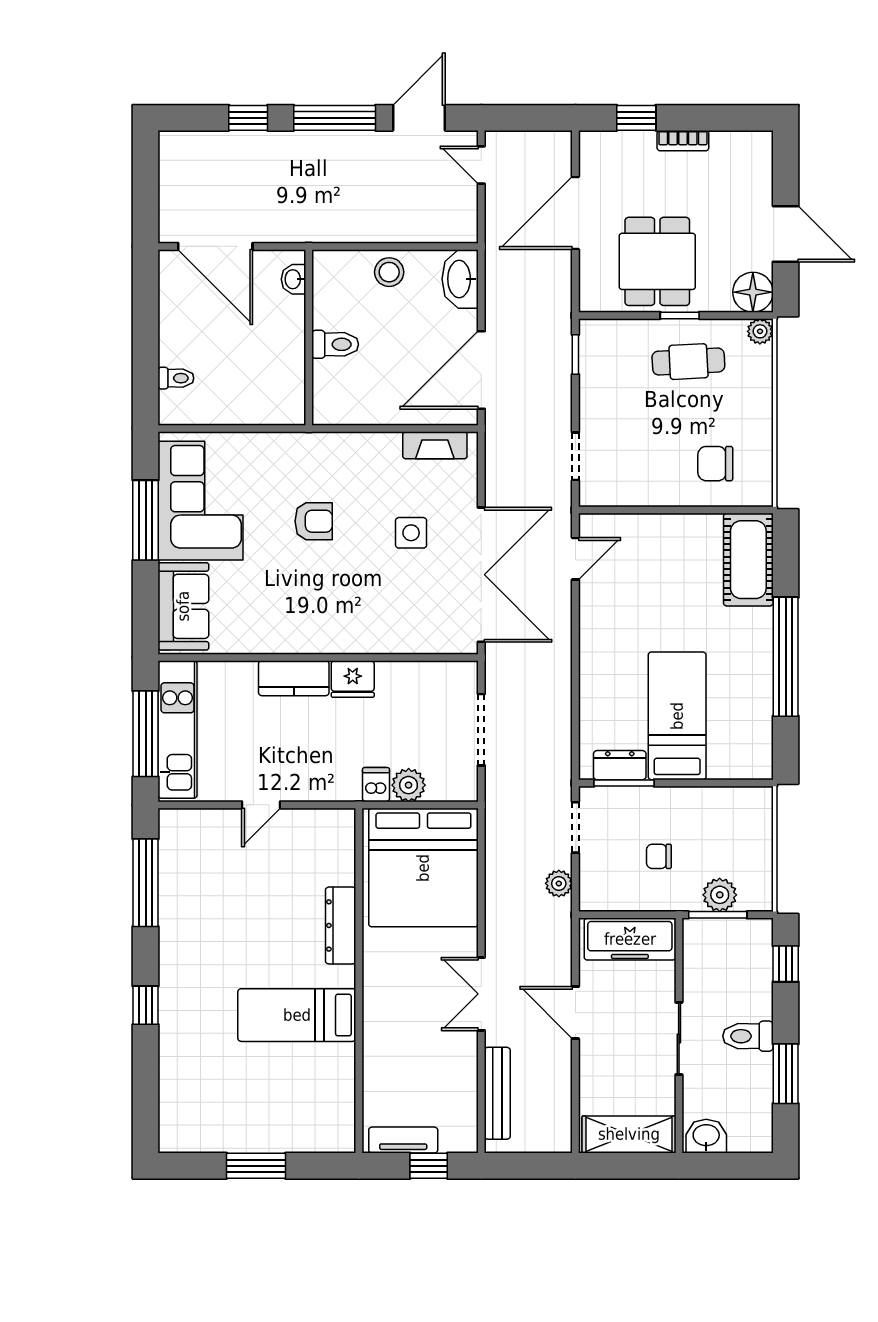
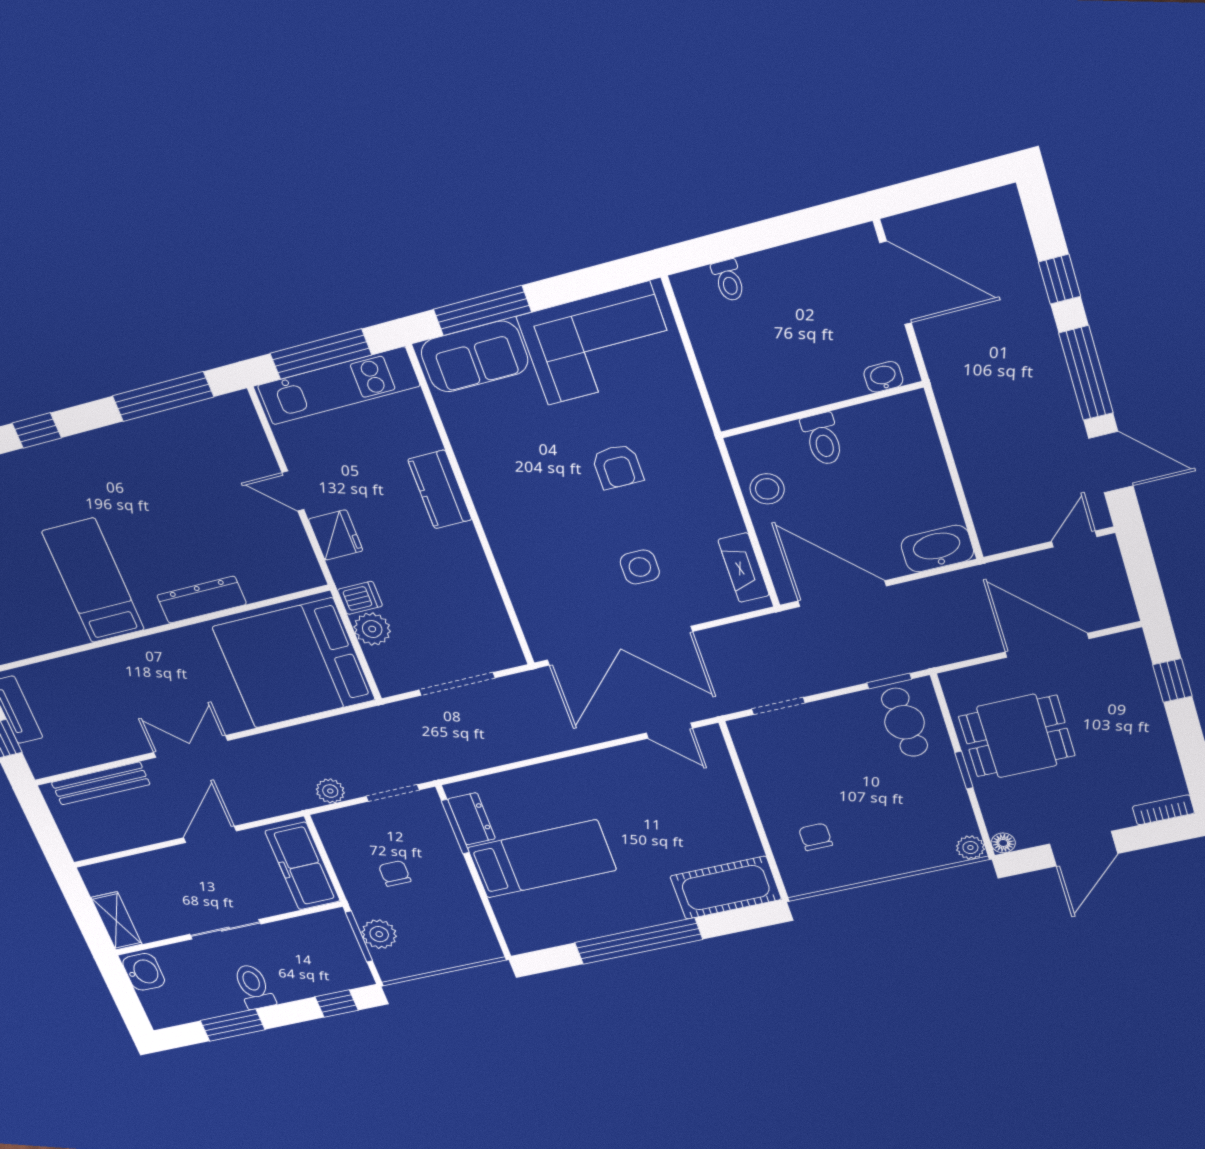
bookcase: (683, 141) -> (1163, 810), moved, turned 90
door: (215, 246) -> (896, 283), swing flipped
stool: (389, 272) -> (767, 489), moved
floor lamp: (753, 292) -> (1003, 843), width x0.53, depth x0.53
cafe table: (688, 362) -> (905, 722), moved
chair: (715, 464) -> (816, 837), width x0.73, depth x0.73
window: (146, 520) -> (482, 311), moved
fridge: (353, 679) -> (336, 535), moved, turned 180
shelving: (629, 1134) -> (116, 921), width x0.67, depth x0.75

